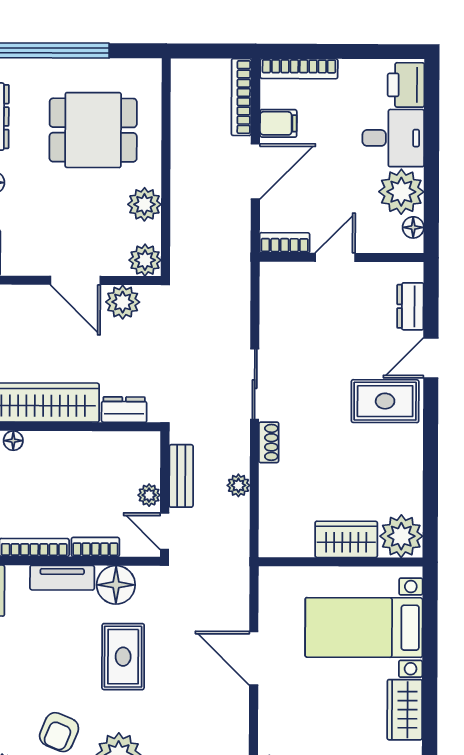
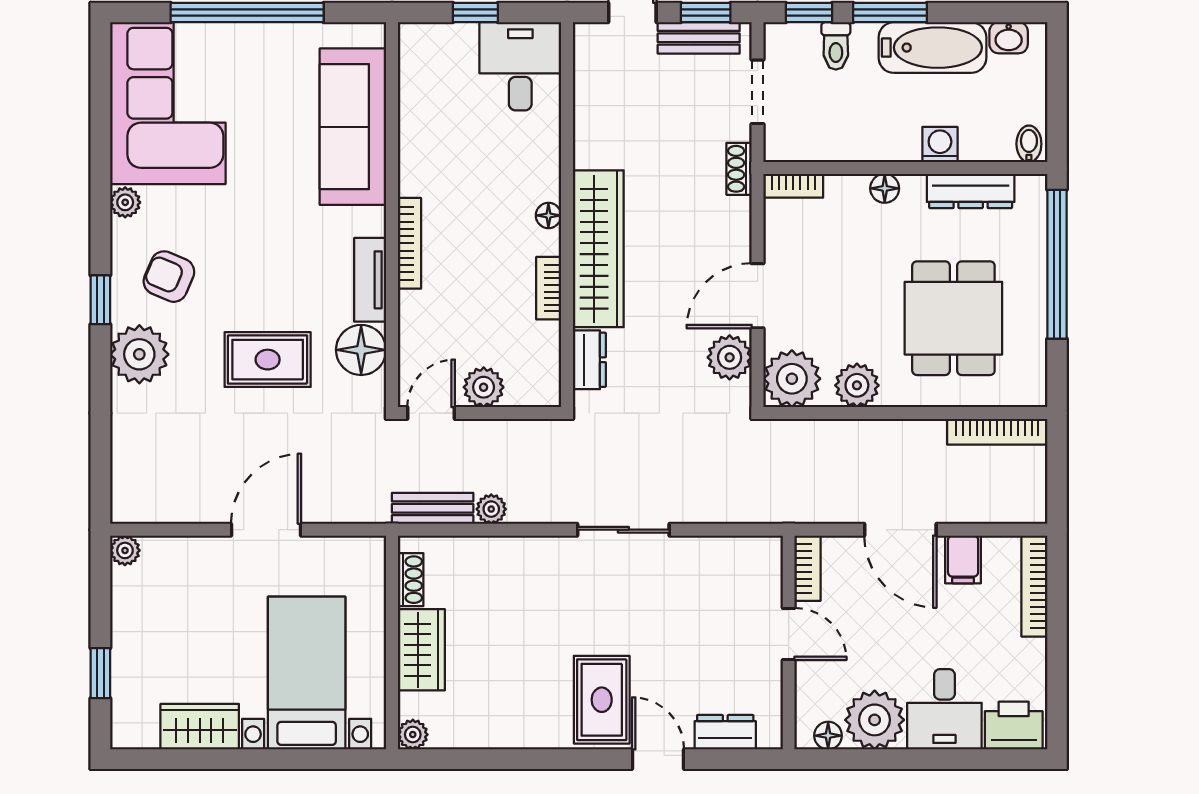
bookcase: (241, 97) -> (997, 432), moved, turned 180
plant: (145, 260) -> (792, 379), width x1.36, depth x1.36
shoe rack: (269, 442) -> (411, 580), moved, turned -90
bench: (181, 476) -> (433, 508), moved
plant: (149, 495) -> (484, 387), width x1.38, depth x1.38
plant: (401, 536) -> (413, 735), width x0.53, depth x0.53
bookcase: (95, 547) -> (549, 288), moved, turned 180

